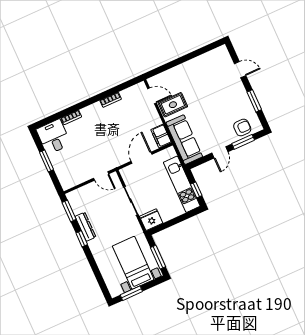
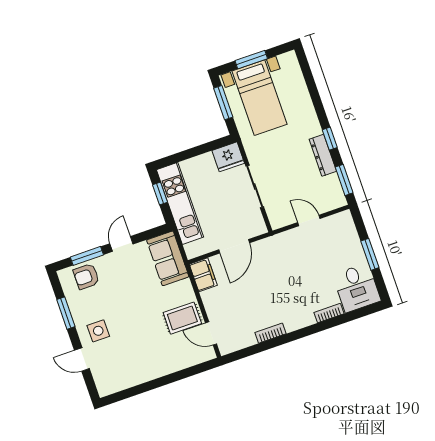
side table: (231, 90) -> (98, 331), added
sofa: (184, 140) -> (168, 258), width x0.73
door: (101, 176) -> (309, 220), moved
window: (131, 293) -> (251, 60), moved

